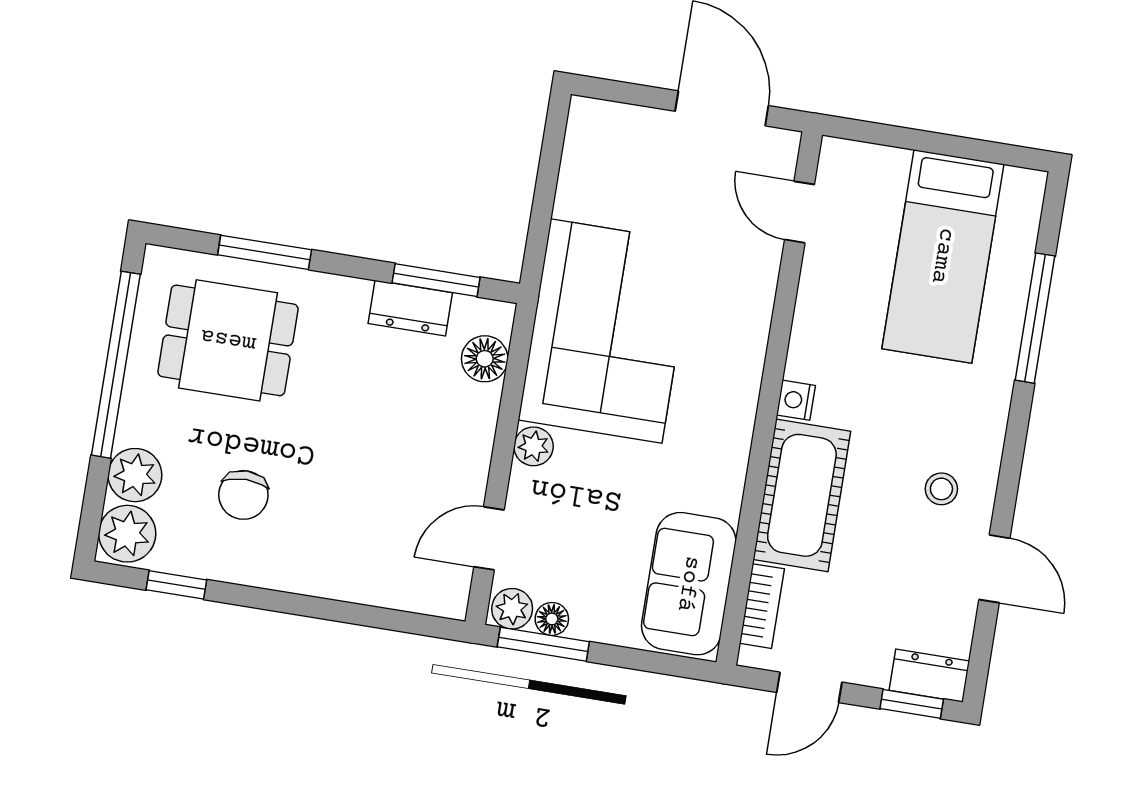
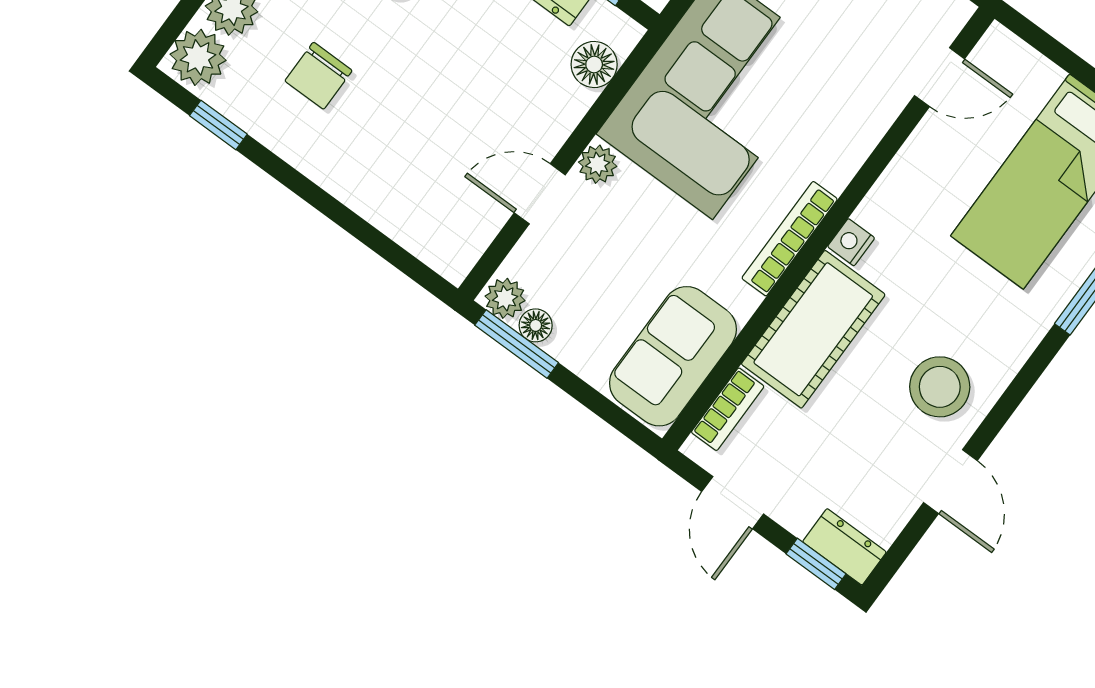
door: (799, 212) -> (940, 77), swing flipped
bookcase: (739, 425) -> (790, 239), added
stool: (941, 489) -> (940, 387), width x1.89, depth x1.89
door: (489, 538) -> (540, 194), moved
door: (809, 687) -> (733, 503), hinge flipped

